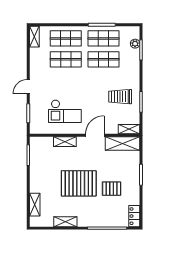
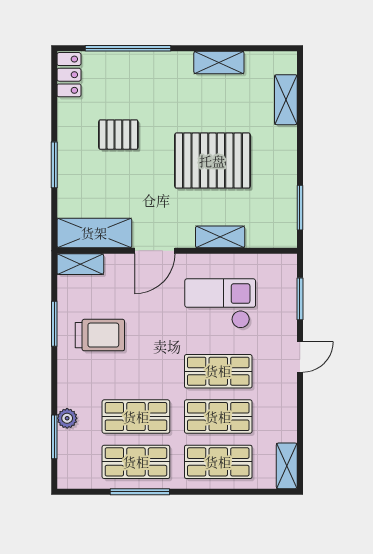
plant: (135, 44) -> (67, 418), moved
shop shelf: (66, 80) -> (218, 371), added
pallet: (79, 183) -> (212, 161), moved

